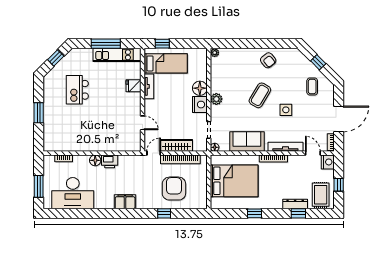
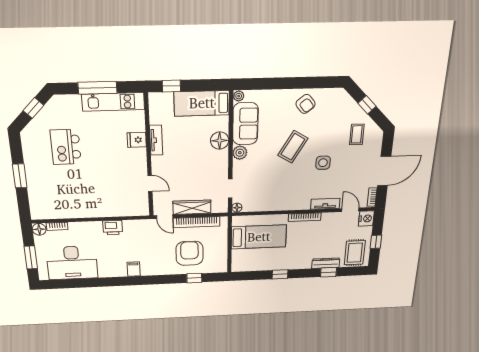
bed: (166, 63) -> (202, 103), moved, turned 180
nightstand: (200, 105) -> (220, 160), removed
sofa: (247, 142) -> (245, 124), moved, turned 90
tv unit: (285, 147) -> (325, 204), width x0.71
door: (154, 153) -> (165, 217), swing flipped
floor lamp: (95, 160) -> (39, 229), moved
bed: (234, 181) -> (259, 237), width x0.67
filing cabinet: (125, 202) -> (134, 269), width x0.50
window: (164, 213) -> (194, 278), moved

